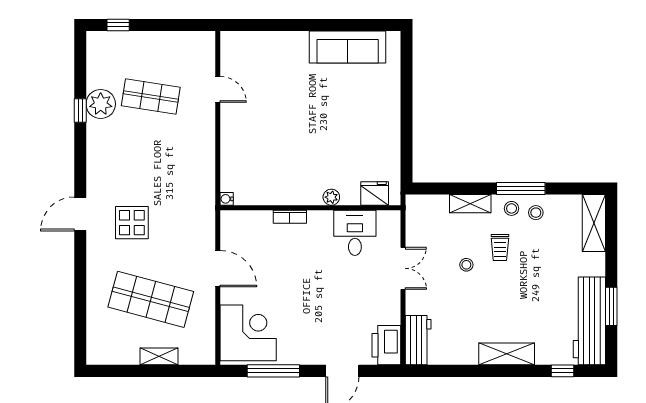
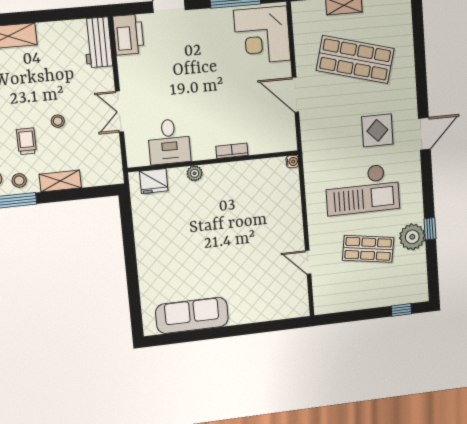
checkout: (153, 161) -> (362, 189), added

